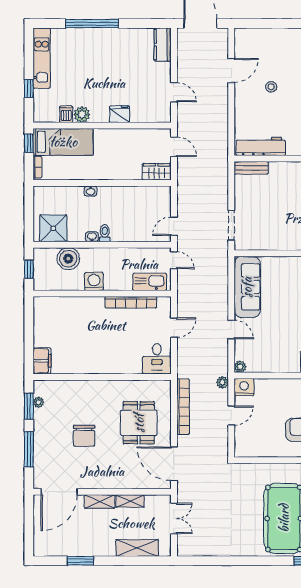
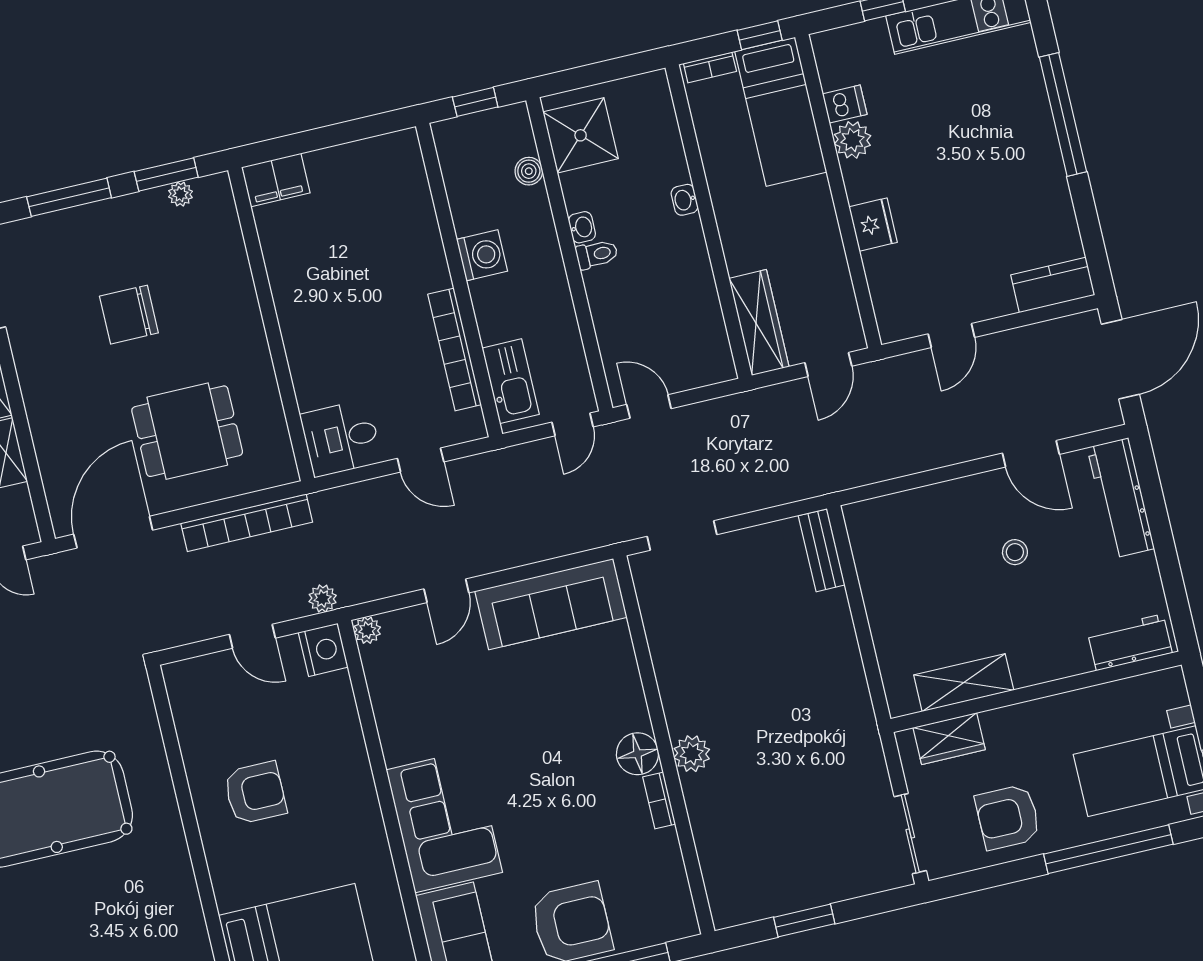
workbench: (261, 146) -> (1121, 498), moved, turned 180
wardrobe: (157, 172) -> (759, 323), width x1.50
boiler: (68, 259) -> (529, 171), width x0.54, depth x0.54

